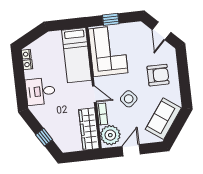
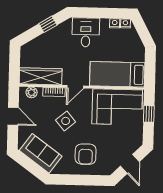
door: (162, 31) -> (130, 164), swing flipped
plant: (110, 135) -> (32, 92), width x0.53, depth x0.53
window: (44, 137) -> (48, 24), moved

